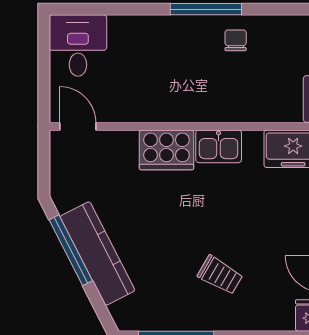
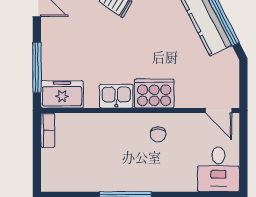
chair: (236, 40) -> (158, 134), moved

